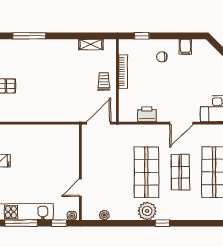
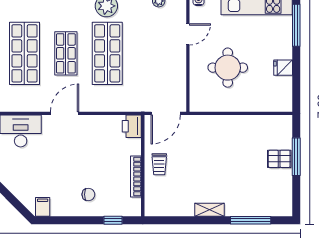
shelving: (91, 44) -> (209, 210), moved
filing cabinet: (185, 47) -> (43, 207), moved
printer: (147, 114) -> (132, 126), moved, turned 90
round table: (48, 161) -> (228, 68), added

